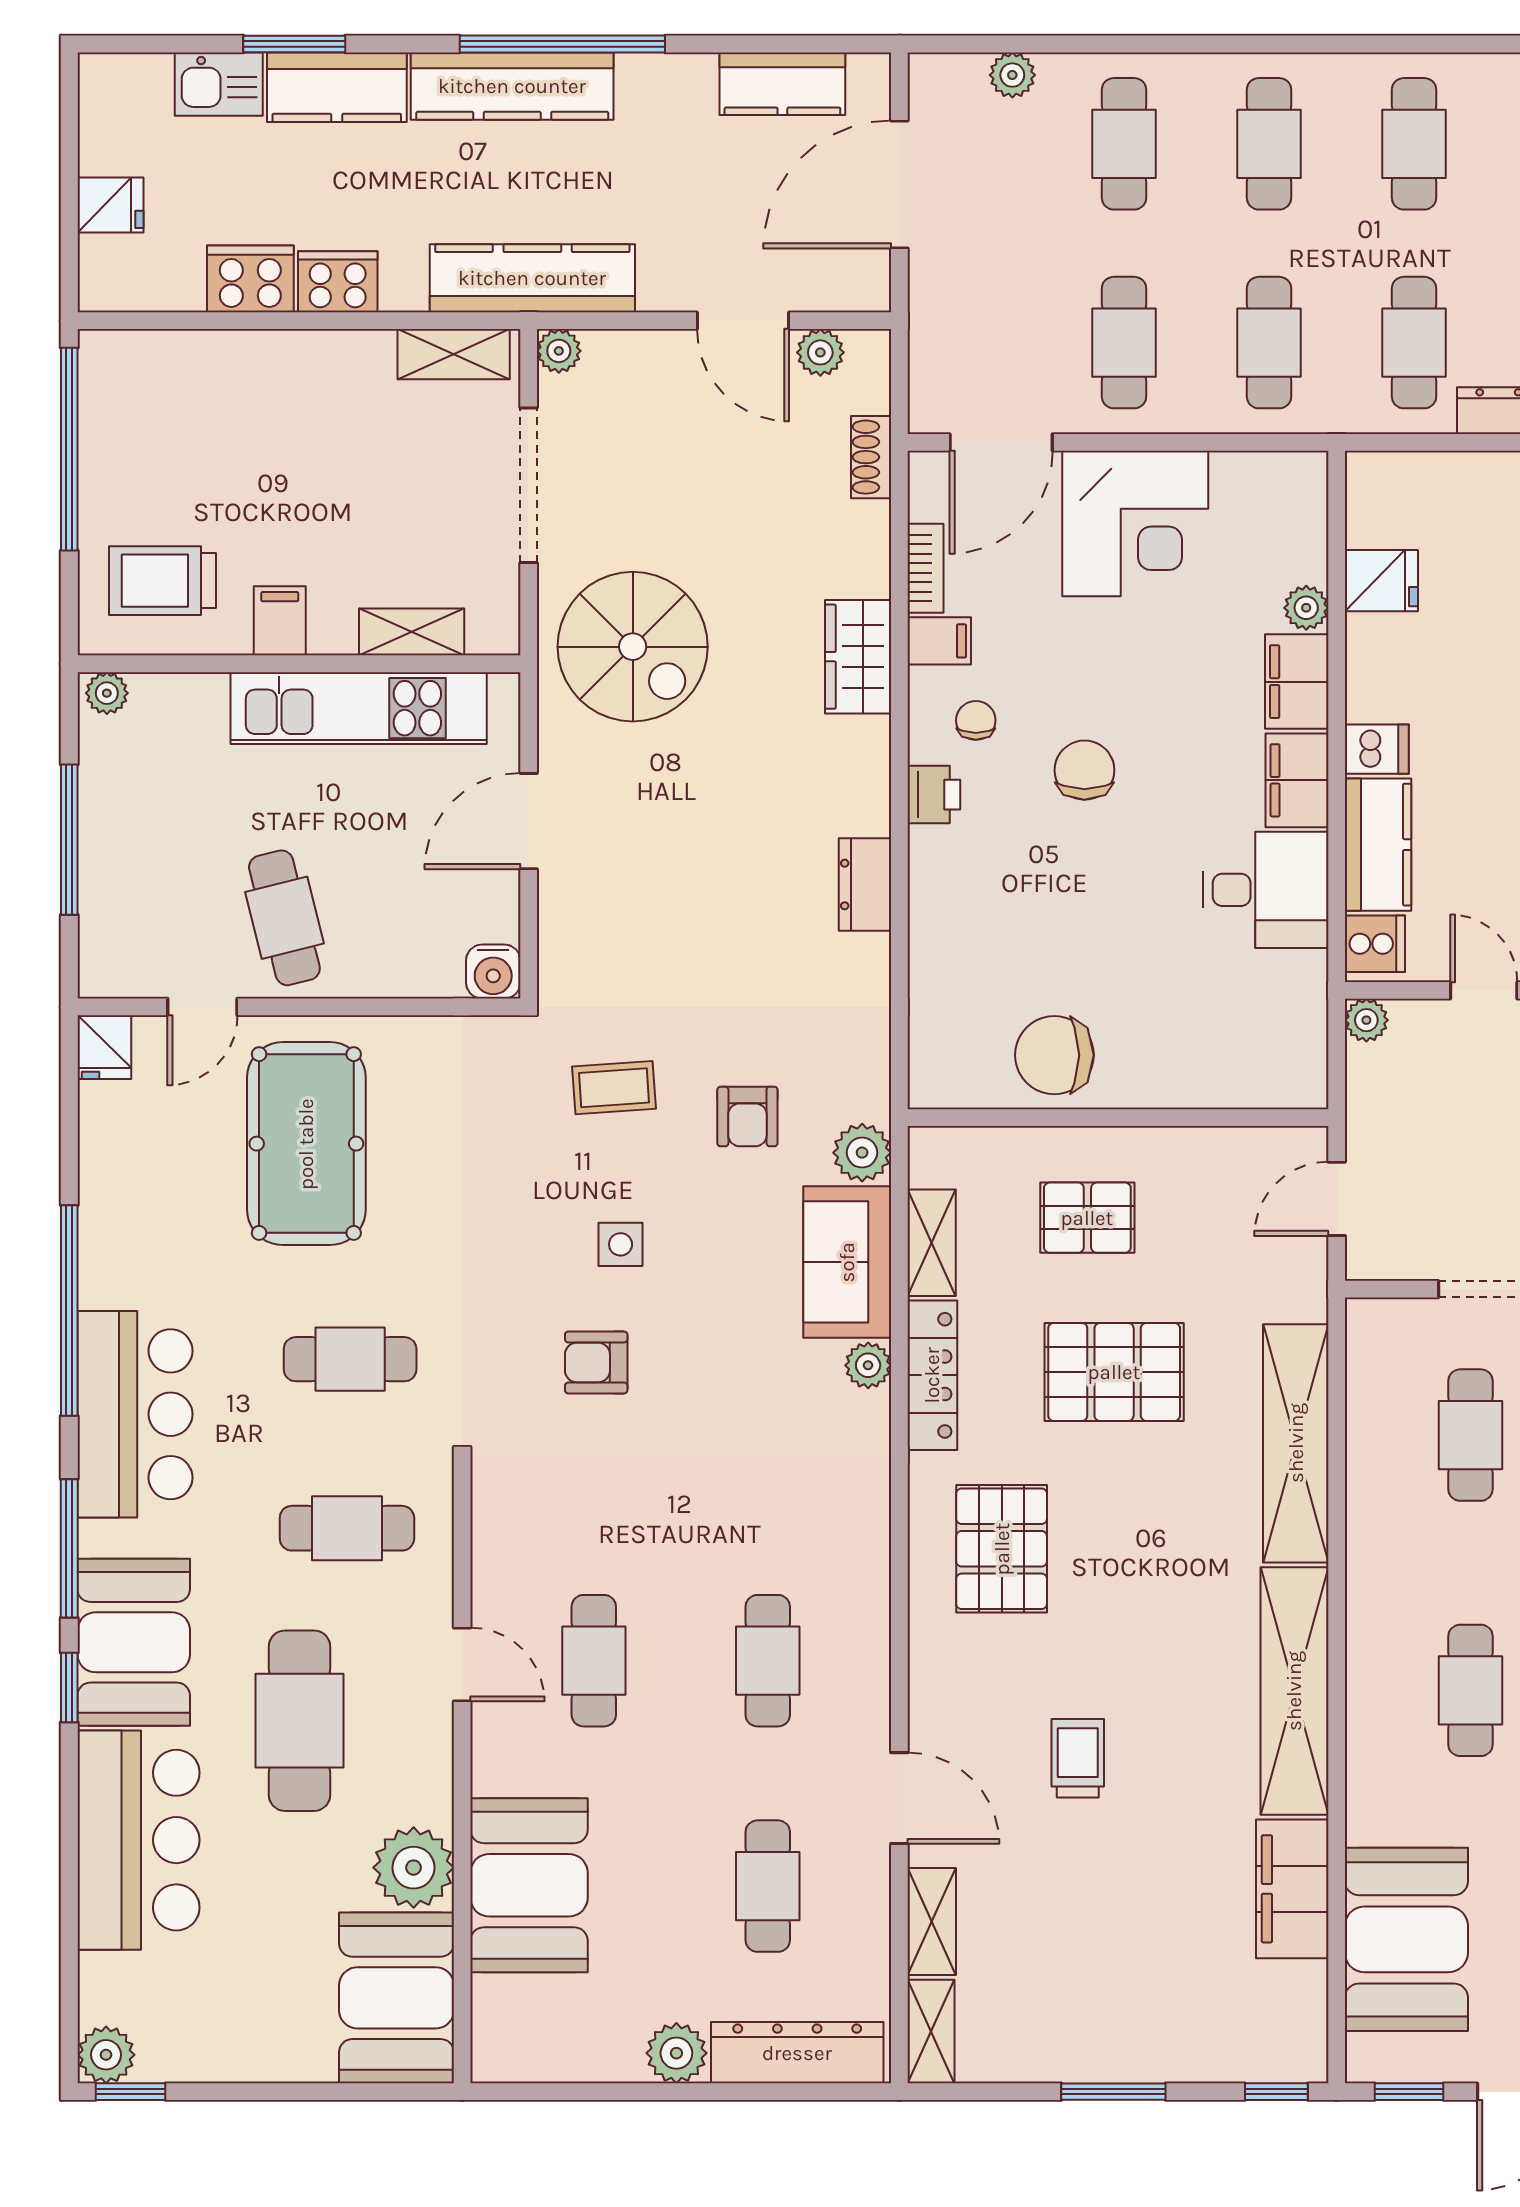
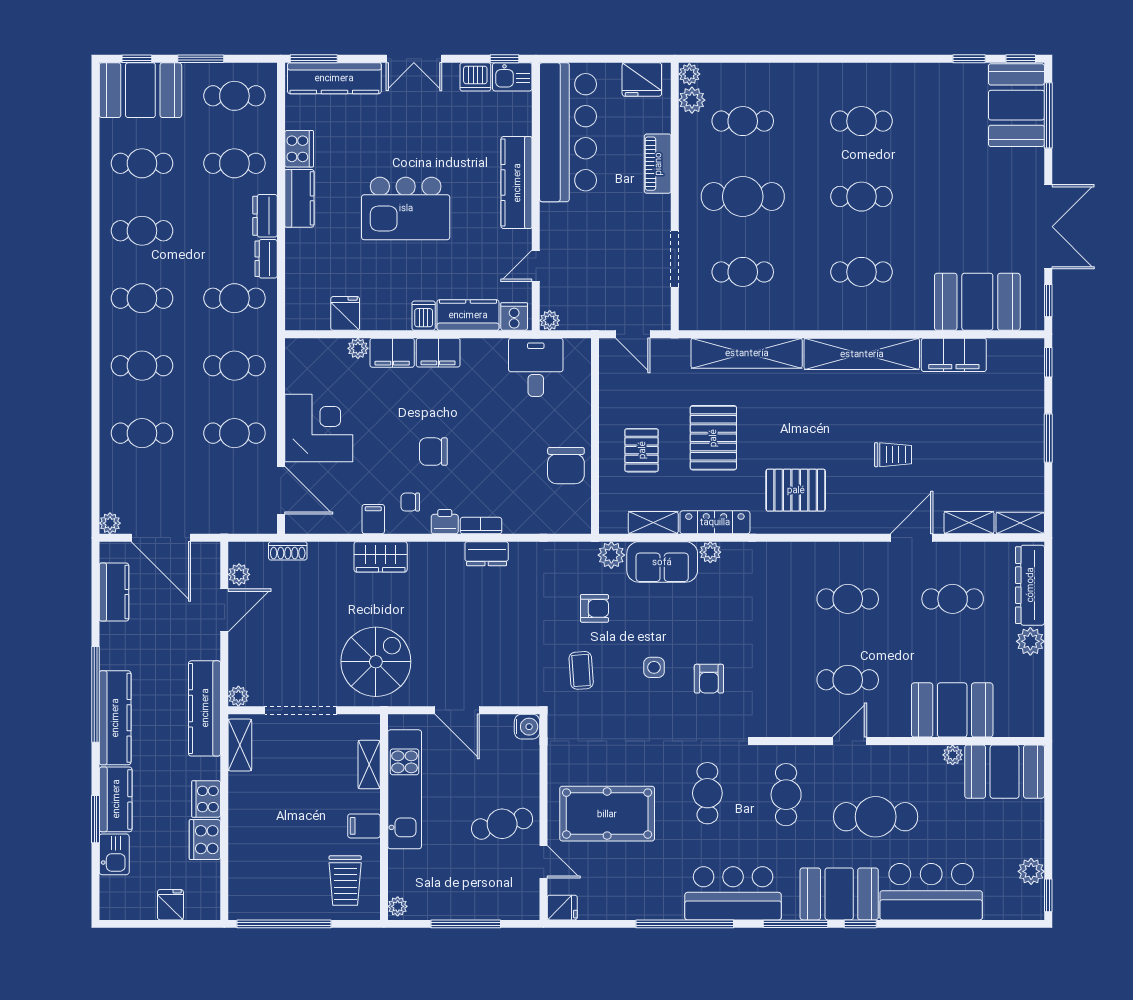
plant: (1012, 75) -> (110, 523), moved
bookcase: (925, 568) -> (481, 526), moved
desk: (1266, 890) -> (536, 367), moved
trolley: (1078, 1758) -> (893, 455), turned 180
plant: (414, 1868) -> (953, 755), width x0.53, depth x0.53
plant: (106, 2055) -> (1031, 871), moved

